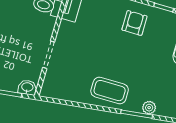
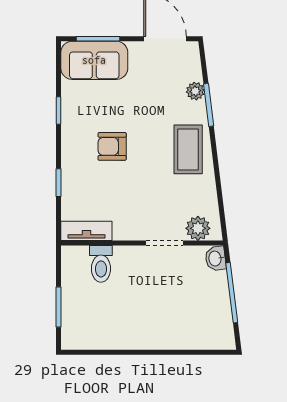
armchair: (134, 23) -> (112, 146), moved
plant: (52, 81) -> (198, 228), added

